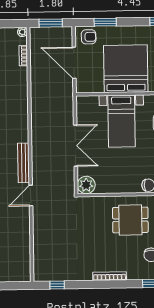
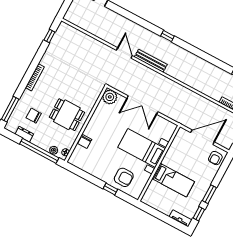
window: (105, 22) -> (209, 194), moved
bed: (126, 69) -> (173, 180), width x0.49
dining table: (130, 220) -> (67, 115), turned 90

